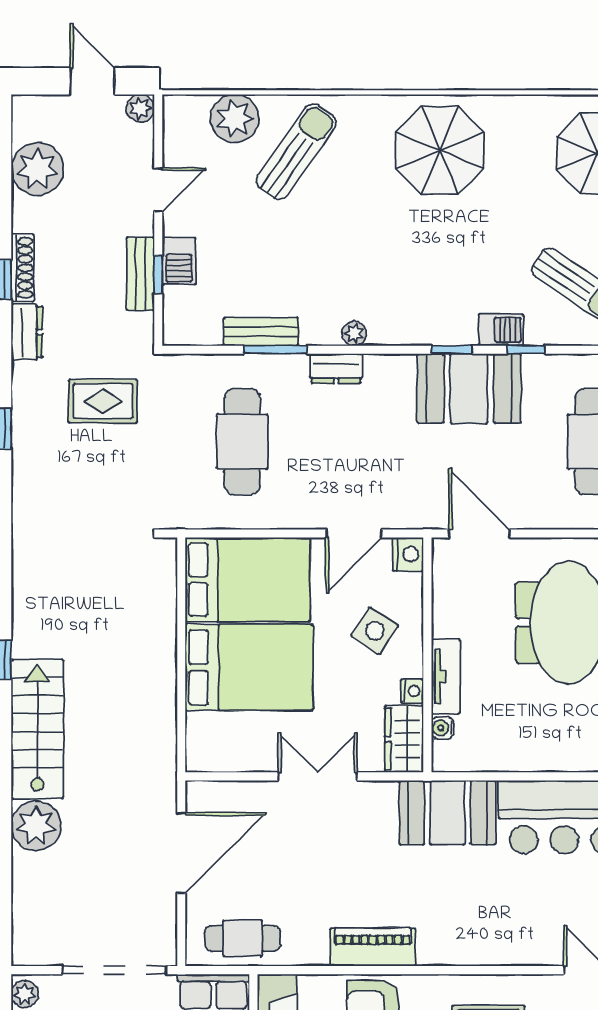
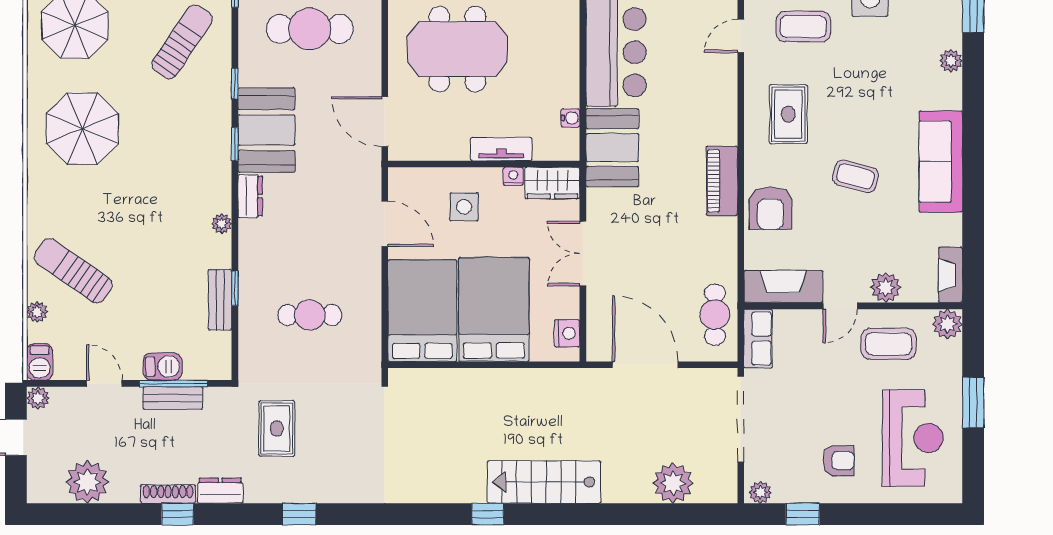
plant: (235, 118) -> (37, 312), width x0.53, depth x0.53
parasol: (440, 150) -> (82, 129), moved
window: (158, 275) -> (174, 383), width x2.17
barbecue: (501, 330) -> (40, 362), moved, turned 180
window: (275, 350) -> (235, 288), width x0.67
dresser: (336, 369) -> (250, 196), moved
cafe table: (242, 442) -> (310, 315), width x0.73, depth x0.74
door: (479, 534) -> (385, 122), hinge flipped
nightstand: (408, 554) -> (567, 333), moved, turned 90
side table: (375, 631) -> (464, 207), turned -33
water cooler: (443, 728) -> (570, 118), moved, turned -90
plant: (36, 826) -> (673, 483), moved
piano: (373, 947) -> (722, 181), moved

